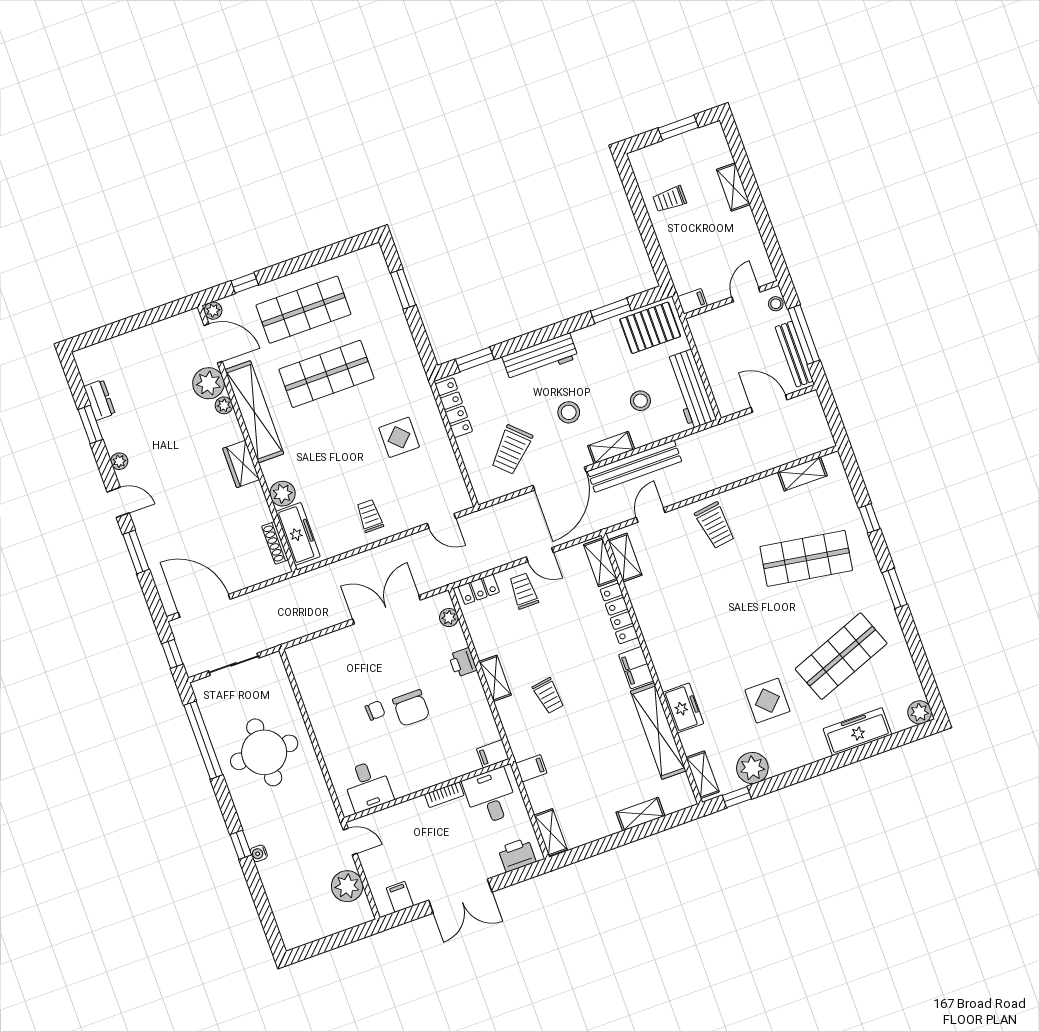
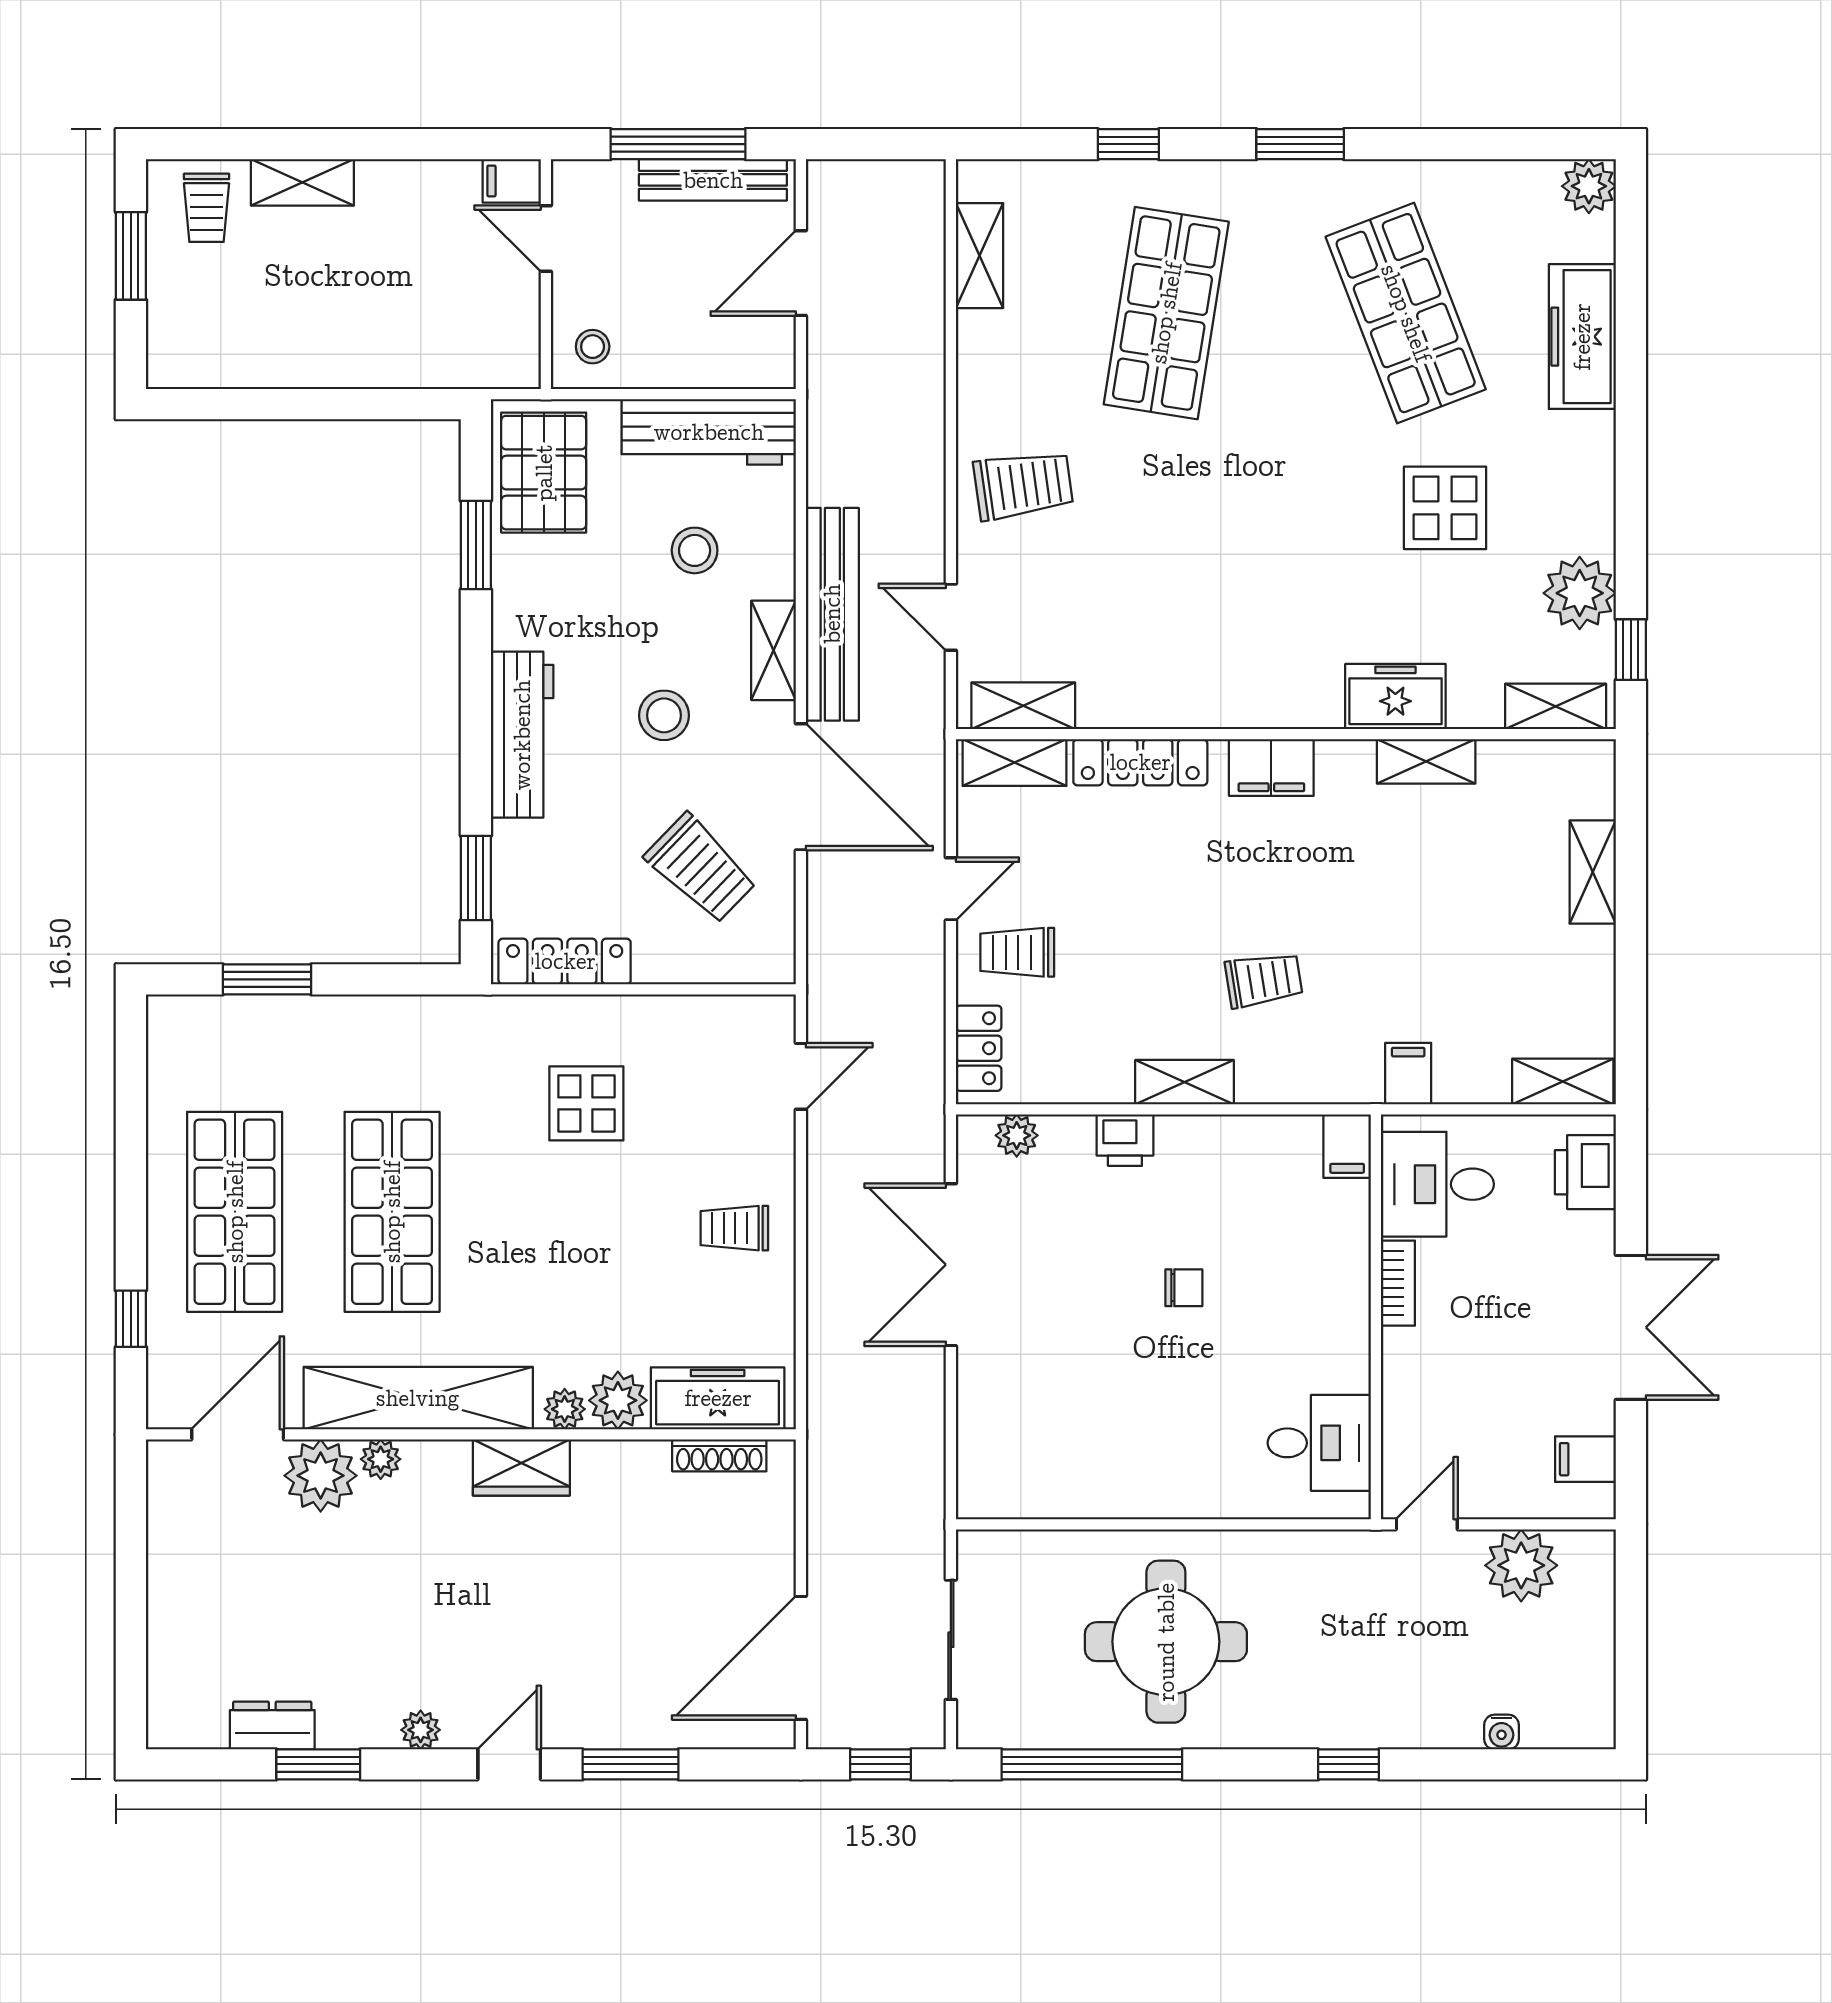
trolley: (670, 199) -> (206, 208), moved
filing cabinet: (692, 301) -> (512, 181), moved, turned -90
stool: (776, 304) -> (593, 347), moved
plant: (213, 311) -> (565, 1409), moved
chair: (411, 708) -> (1184, 1288), width x0.54, depth x0.54
chair: (375, 710) -> (1161, 1368), removed
shelving: (658, 731) -> (1426, 761), width x0.45, depth x0.75
water cooler: (259, 853) -> (1501, 1732), moved

